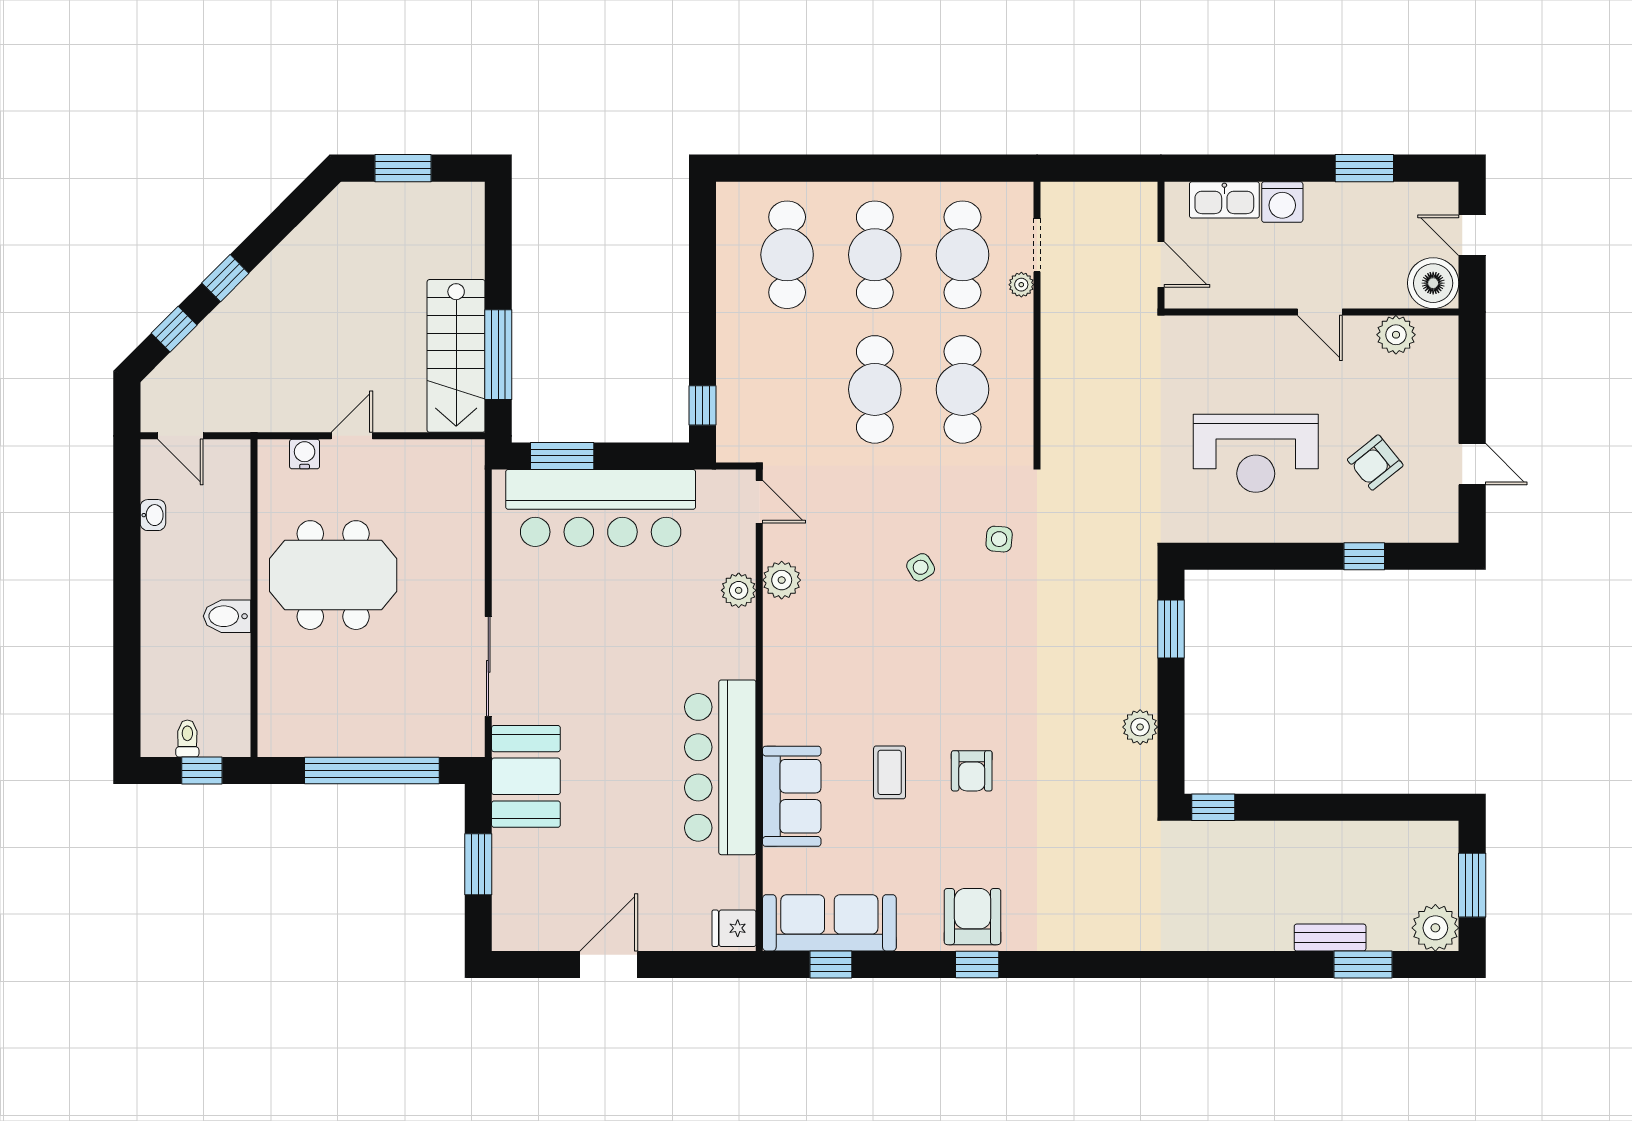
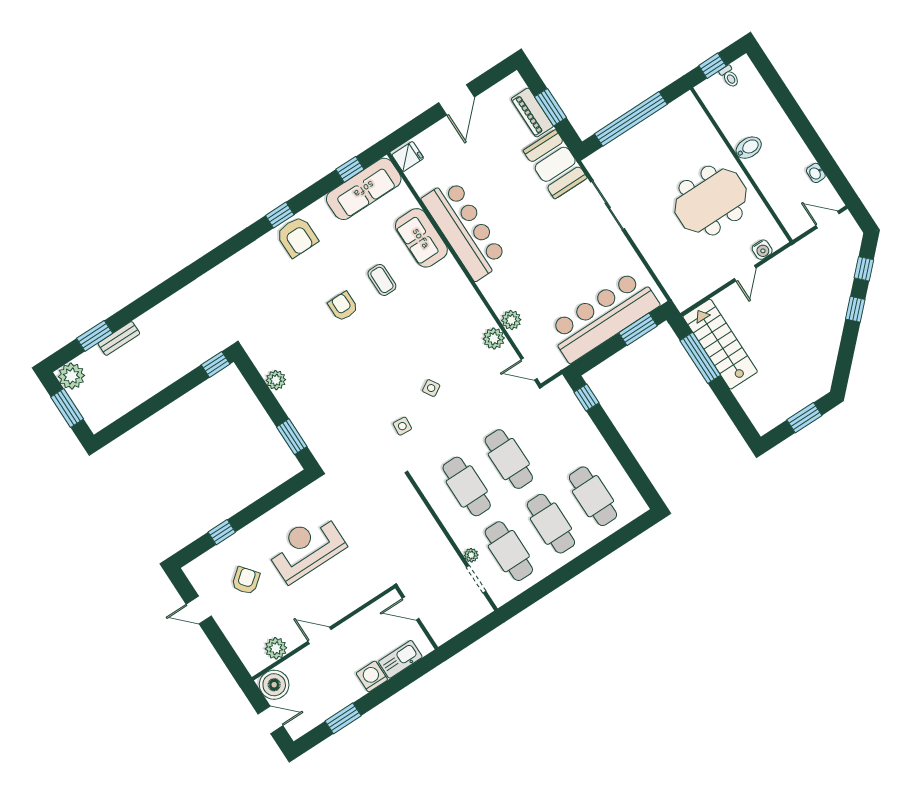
piano: (510, 874) -> (532, 113), added

